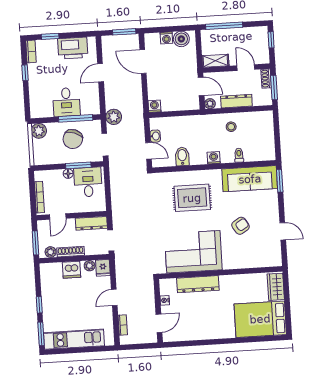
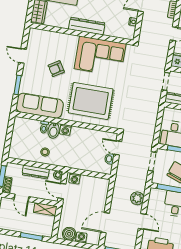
window: (224, 26) -> (31, 236), width x0.69
door: (143, 62) -> (105, 223), swing flipped
door: (101, 73) -> (142, 221), hinge flipped
washing machine: (154, 106) -> (75, 179), moved
plant: (114, 117) -> (137, 198), moved
bidet: (182, 156) -> (54, 131), moved
window: (280, 181) -> (18, 85), moved
rug: (192, 198) -> (91, 101), width x1.37, depth x1.44
dresser: (198, 284) -> (87, 26), moved

